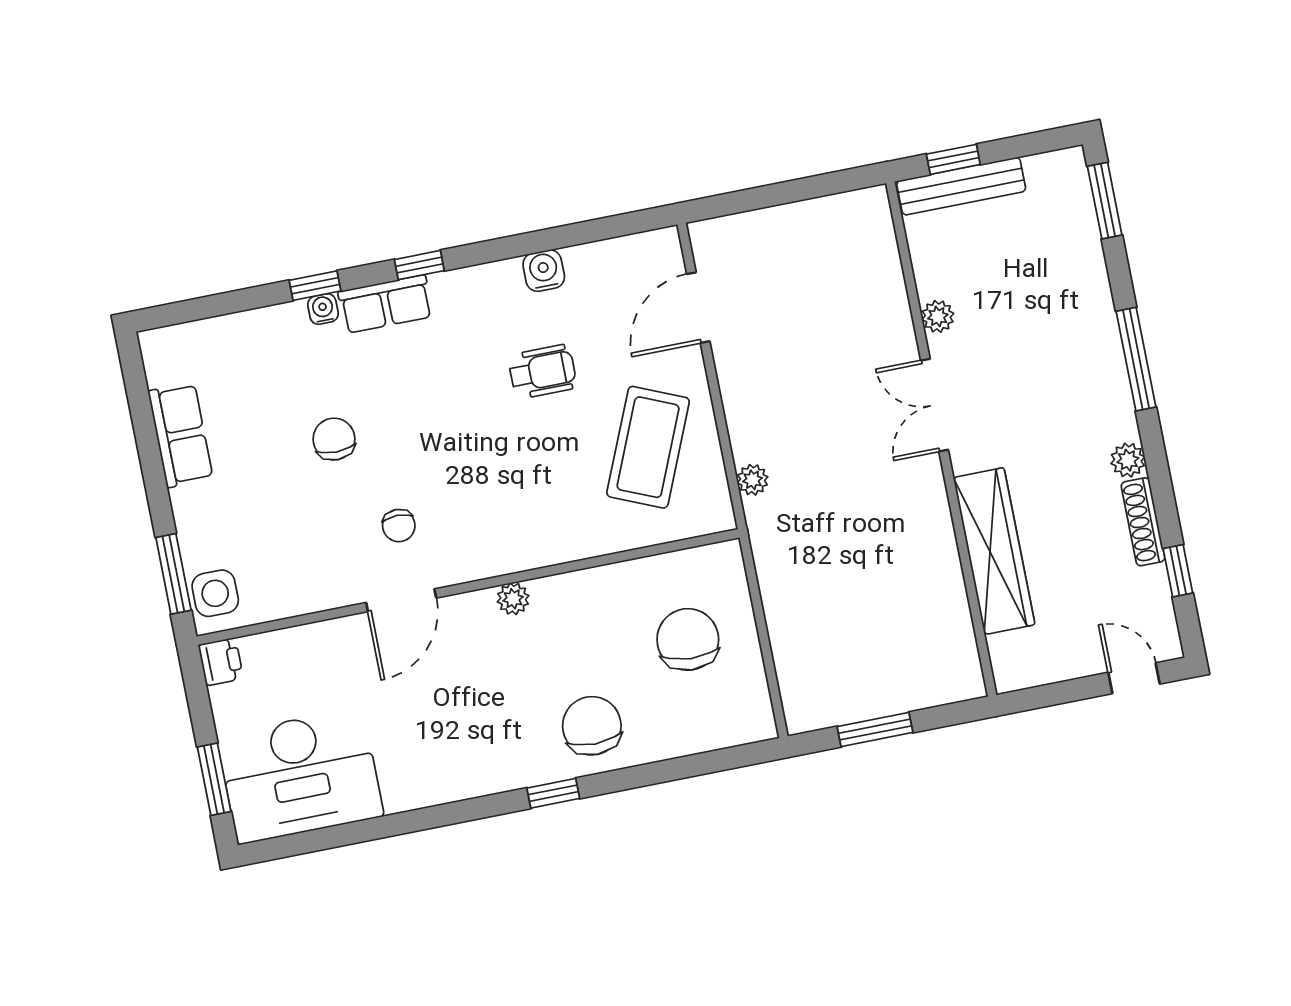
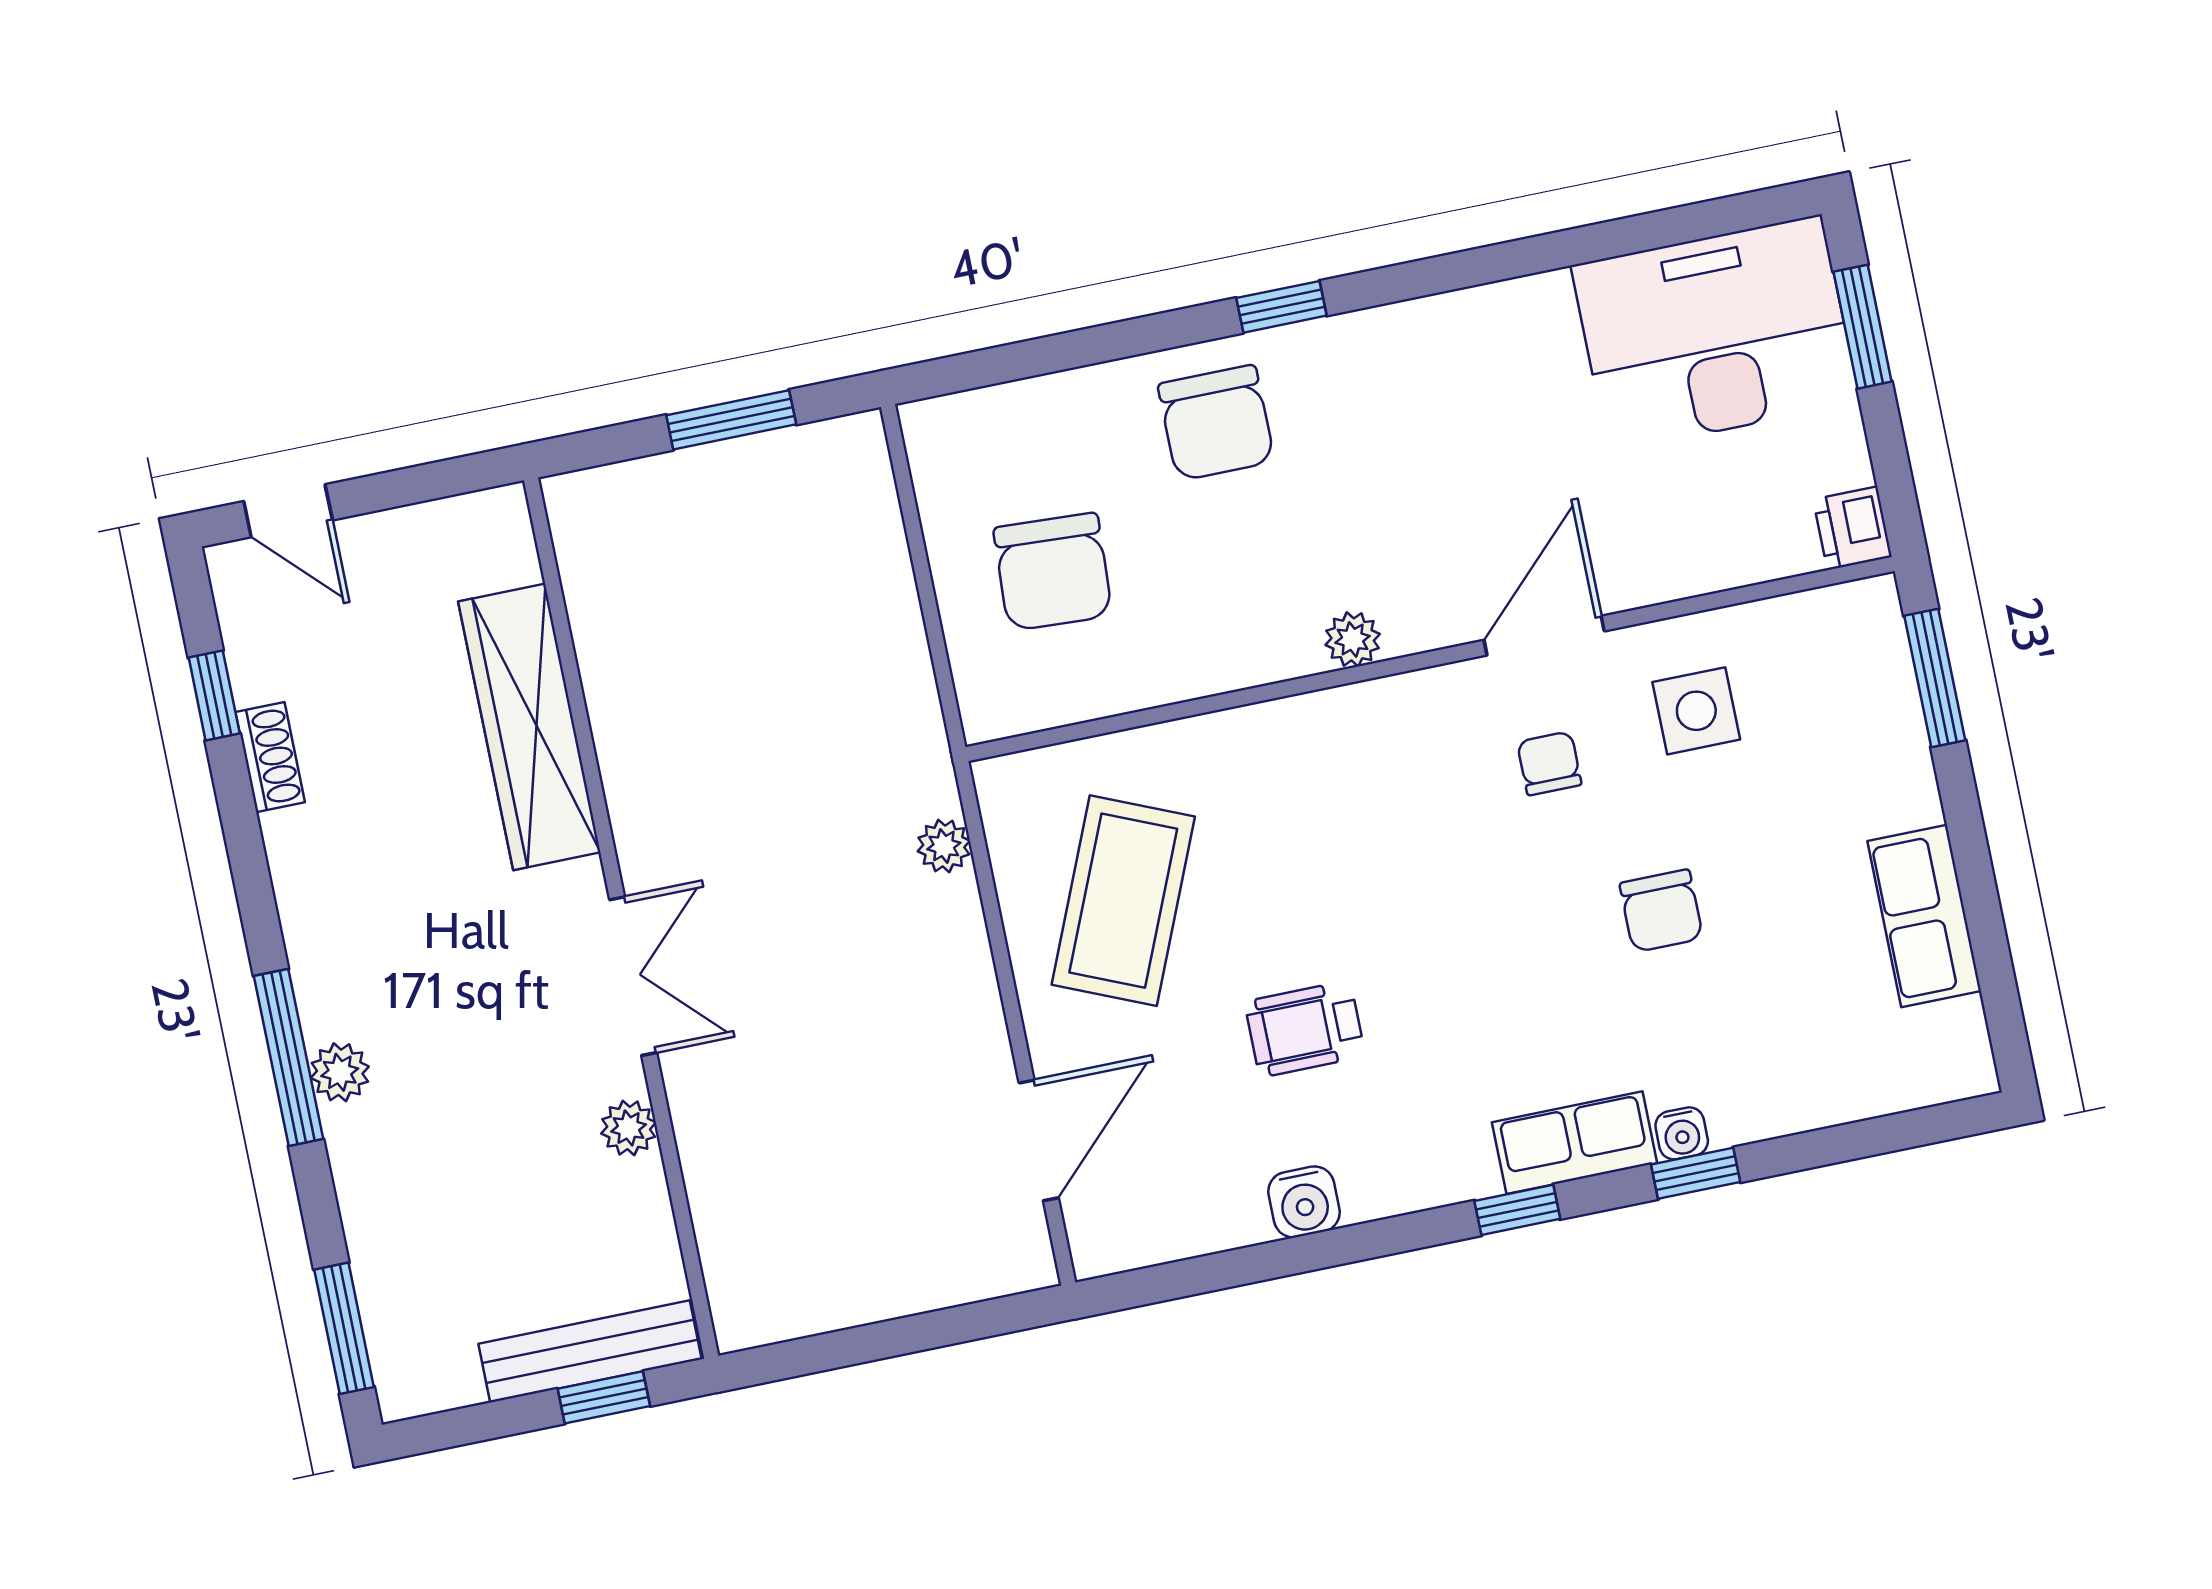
plant: (1128, 460) -> (340, 1072), moved
shoe rack: (1143, 522) -> (270, 757), width x0.70
side table: (215, 593) -> (1696, 711), moved

